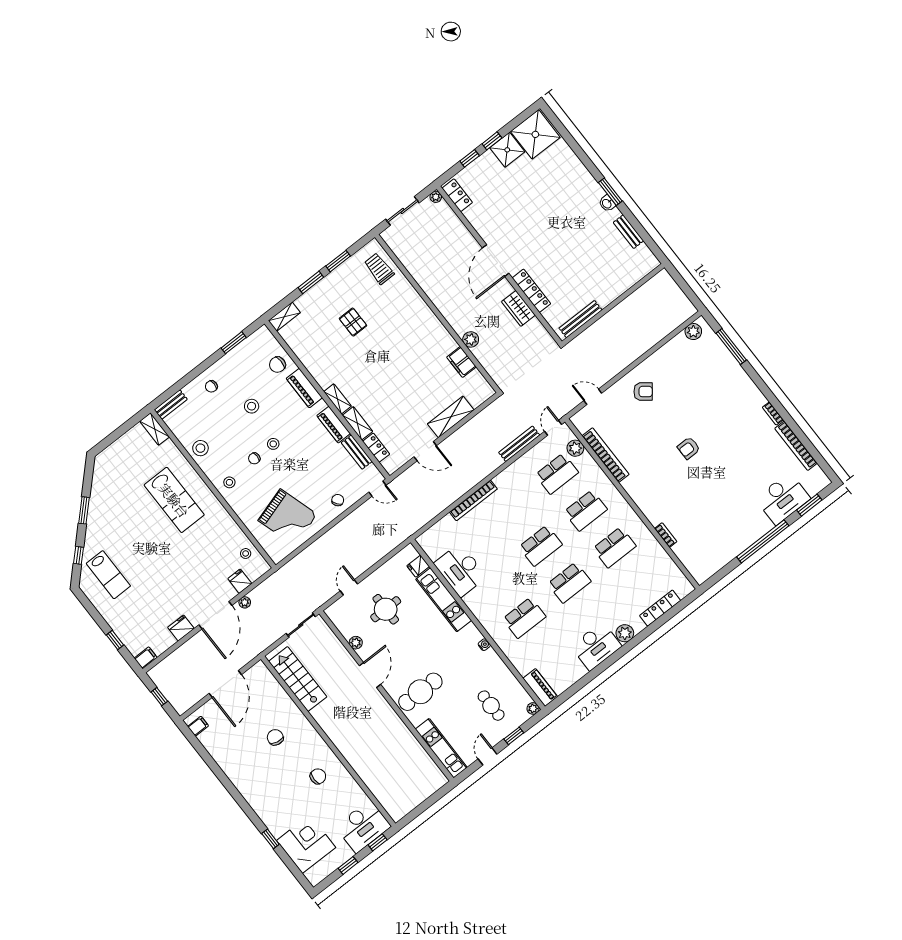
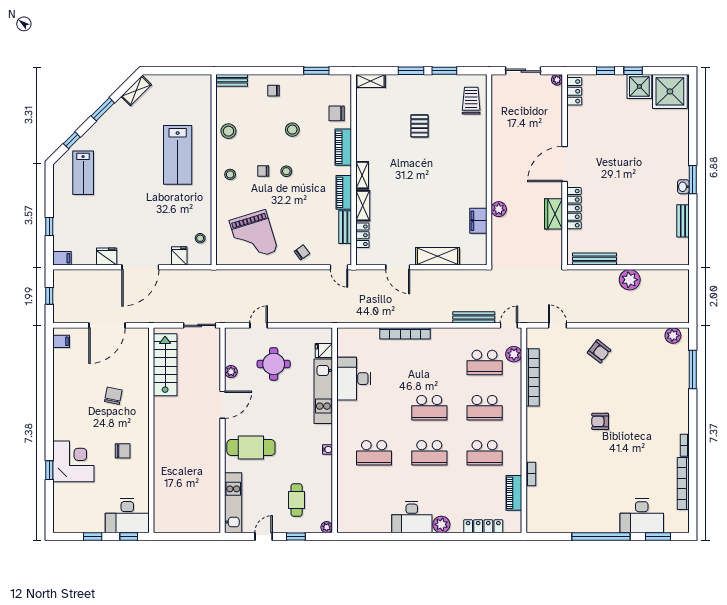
shelving: (155, 429) -> (136, 91), moved, turned 45
plant: (245, 602) -> (630, 280), moved, width x1.88, depth x1.88
piano: (540, 688) -> (514, 493), moved, turned 180
corner desk: (306, 844) -> (73, 461), moved

